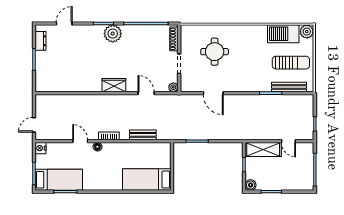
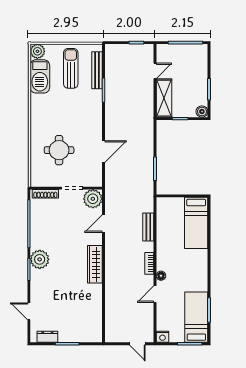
wardrobe: (114, 85) -> (95, 264), width x1.50
plant: (173, 87) -> (93, 199), width x1.88, depth x1.88

